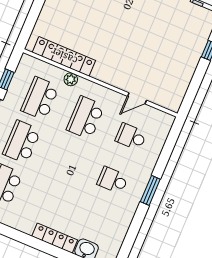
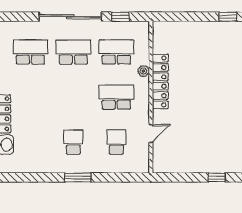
locker: (64, 56) -> (160, 81), moved
door: (137, 98) -> (151, 134), swing flipped

